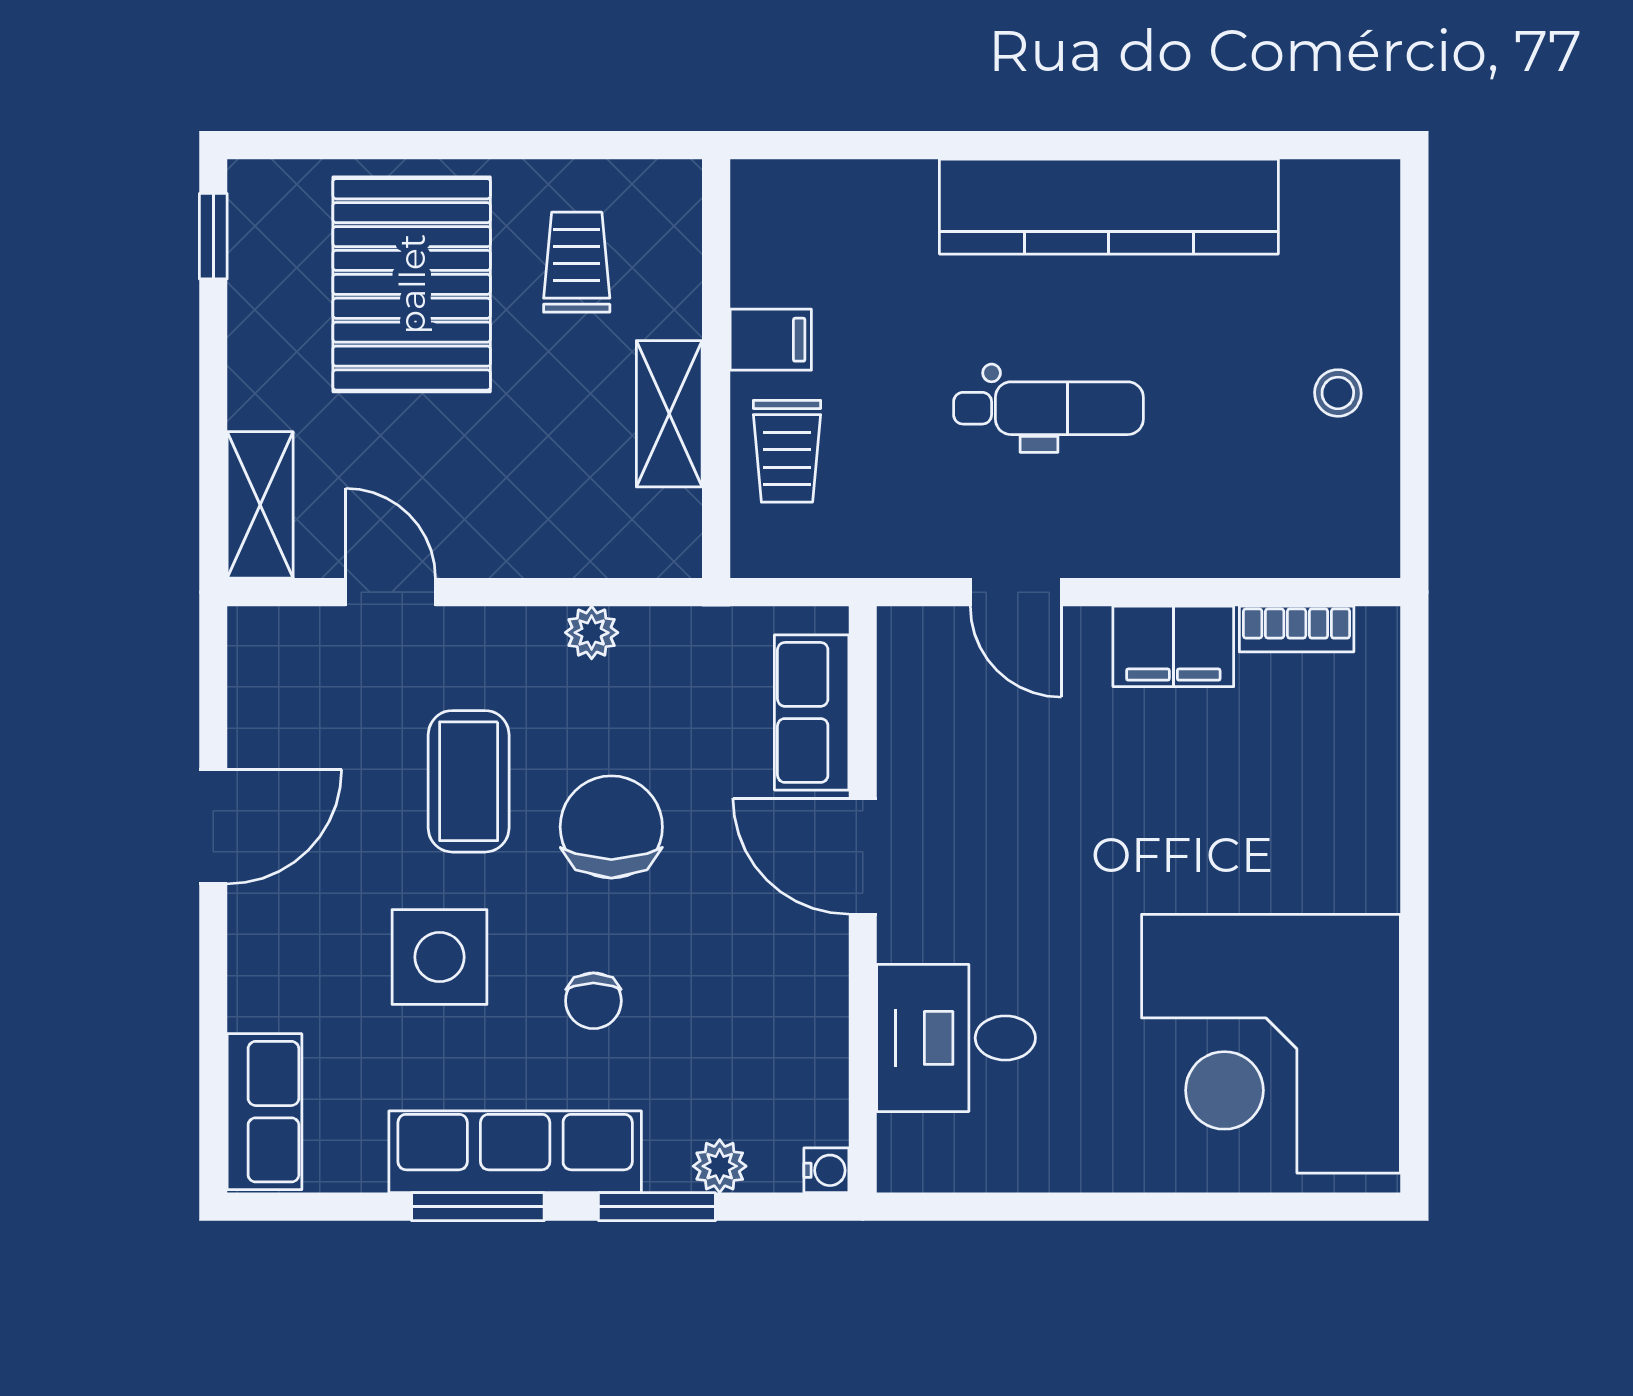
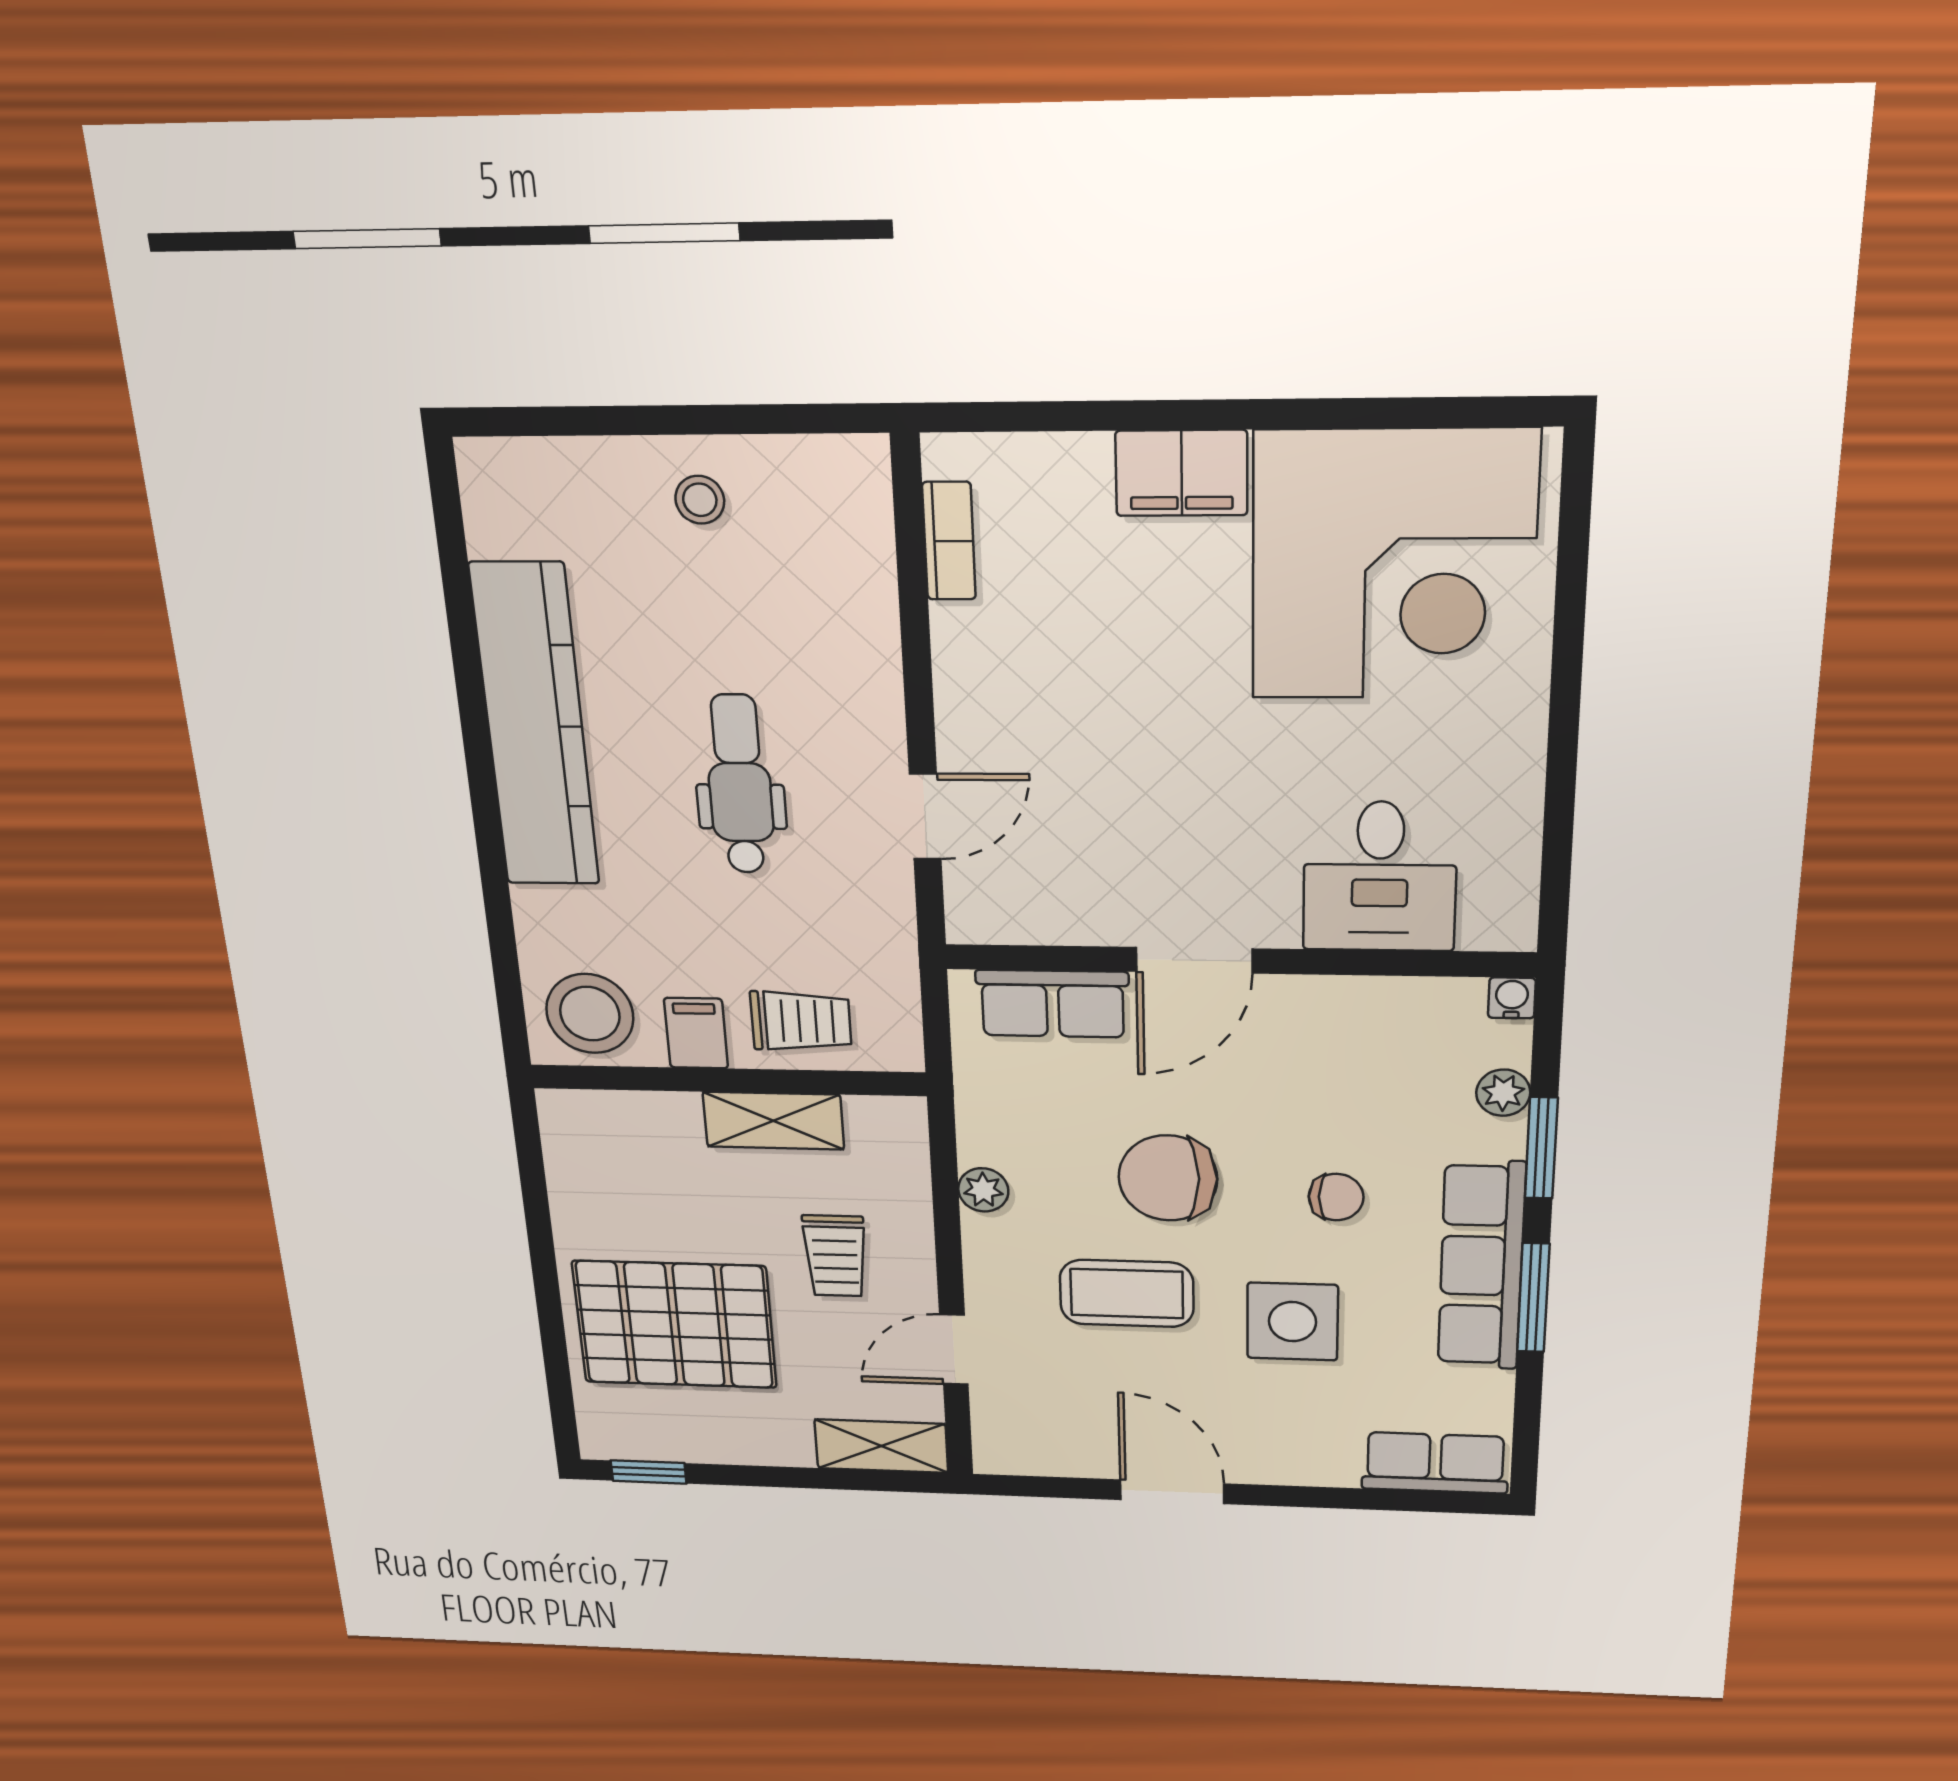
stool: (791, 229) -> (590, 1014), added
trolley: (577, 262) -> (835, 1256), moved, turned -90
filing cabinet: (1173, 646) -> (1181, 473), moved, turned 90

